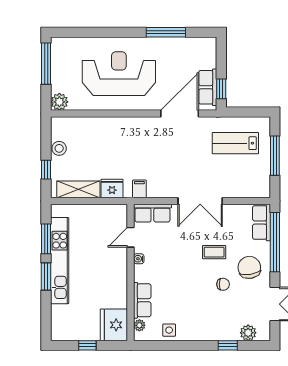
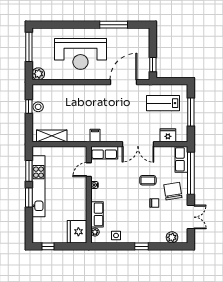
reception desk: (119, 74) -> (80, 54), turned 180
row of seats: (208, 87) -> (143, 64), removed
window: (46, 170) -> (29, 107), moved
fridge: (112, 189) -> (168, 135), moved
window: (87, 345) -> (48, 246), moved
window: (228, 345) -> (141, 246), moved

